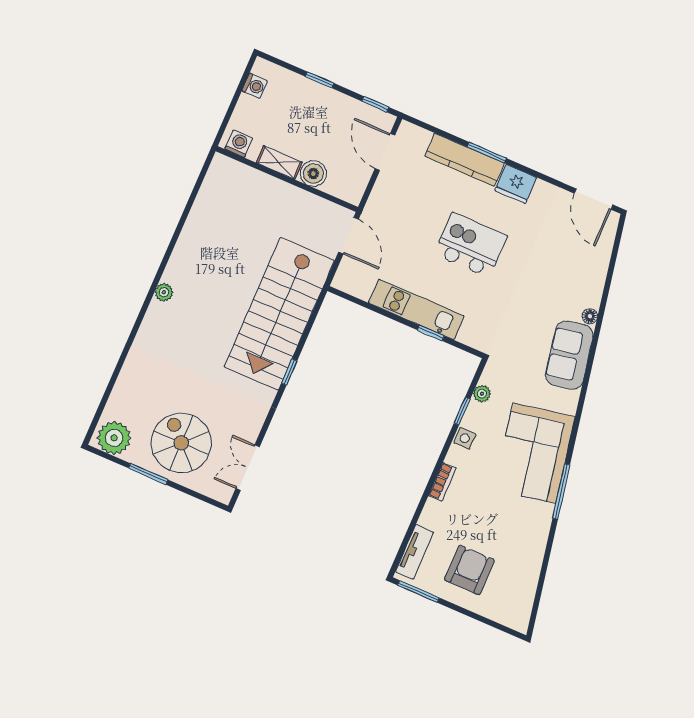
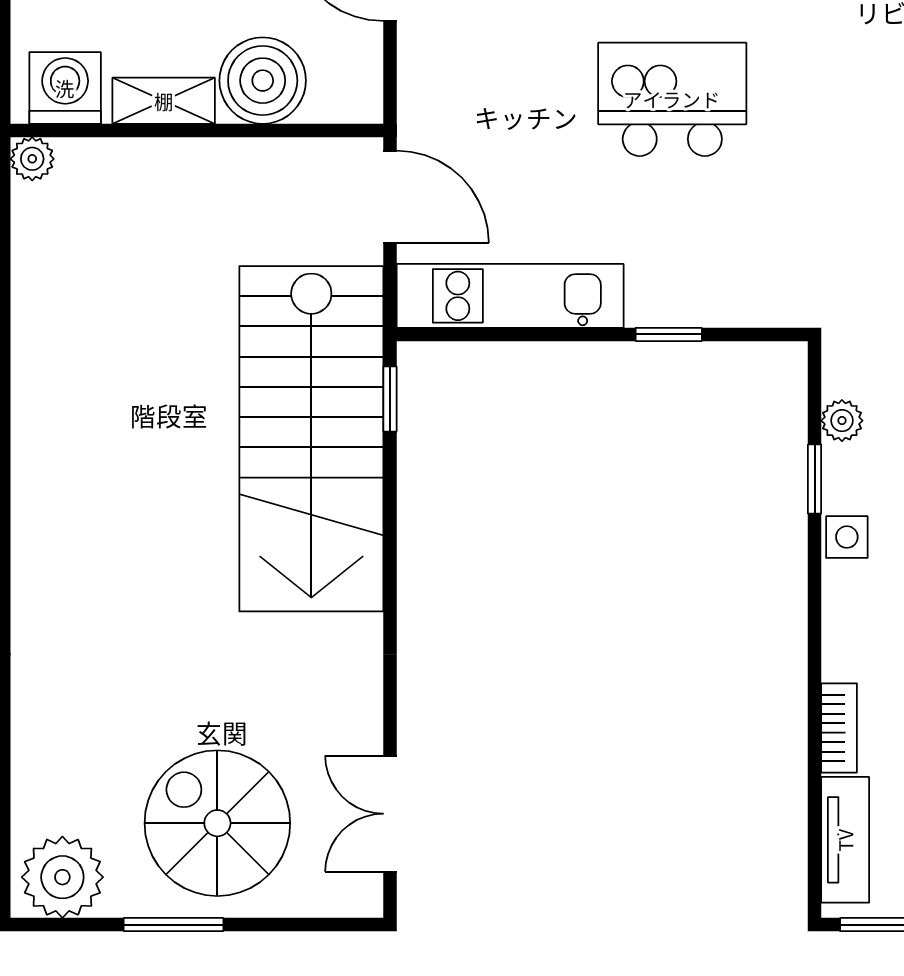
washing machine: (239, 144) -> (65, 88), width x1.38, depth x1.38
boiler: (313, 174) -> (263, 81), width x1.37, depth x1.37
plant: (164, 292) -> (32, 159), moved
kitchen unit: (416, 309) -> (510, 296), moved
window: (289, 372) -> (390, 399), moved
bookcase: (442, 482) -> (839, 728), moved

